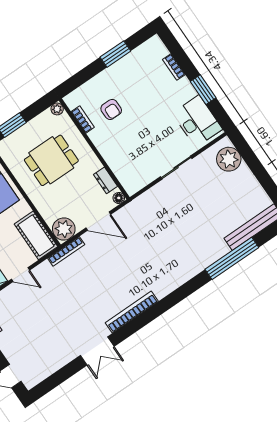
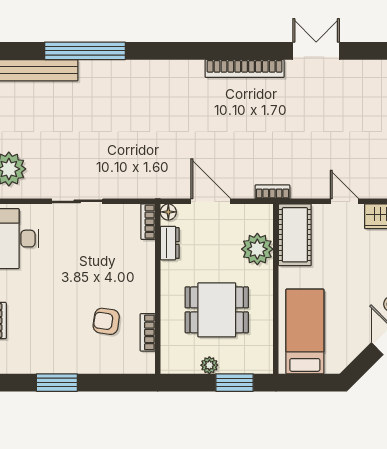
plant: (57, 109) -> (209, 365), moved
armchair: (111, 109) -> (106, 321), turned -82
bookcase: (127, 184) -> (148, 222), added
plant: (64, 229) -> (257, 249), moved
bookcase: (66, 251) -> (272, 192), width x0.64

